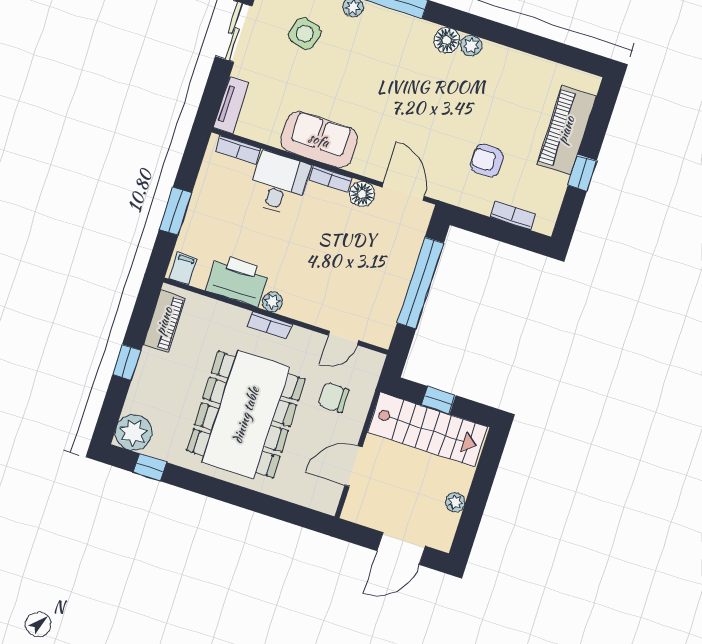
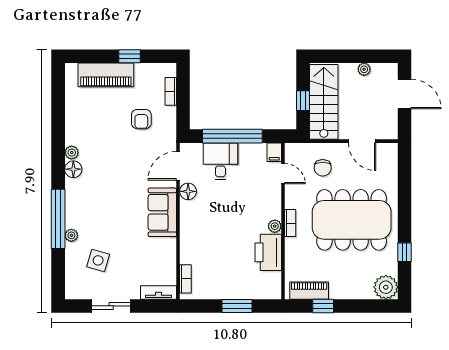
sofa: (319, 140) -> (162, 212), moved
bookcase: (331, 179) -> (185, 214), removed
desk: (279, 183) -> (220, 161), moved, turned 90
filing cabinet: (183, 269) -> (274, 152), moved, turned -90
window: (127, 362) -> (323, 306), moved
window: (150, 467) -> (405, 252), moved

